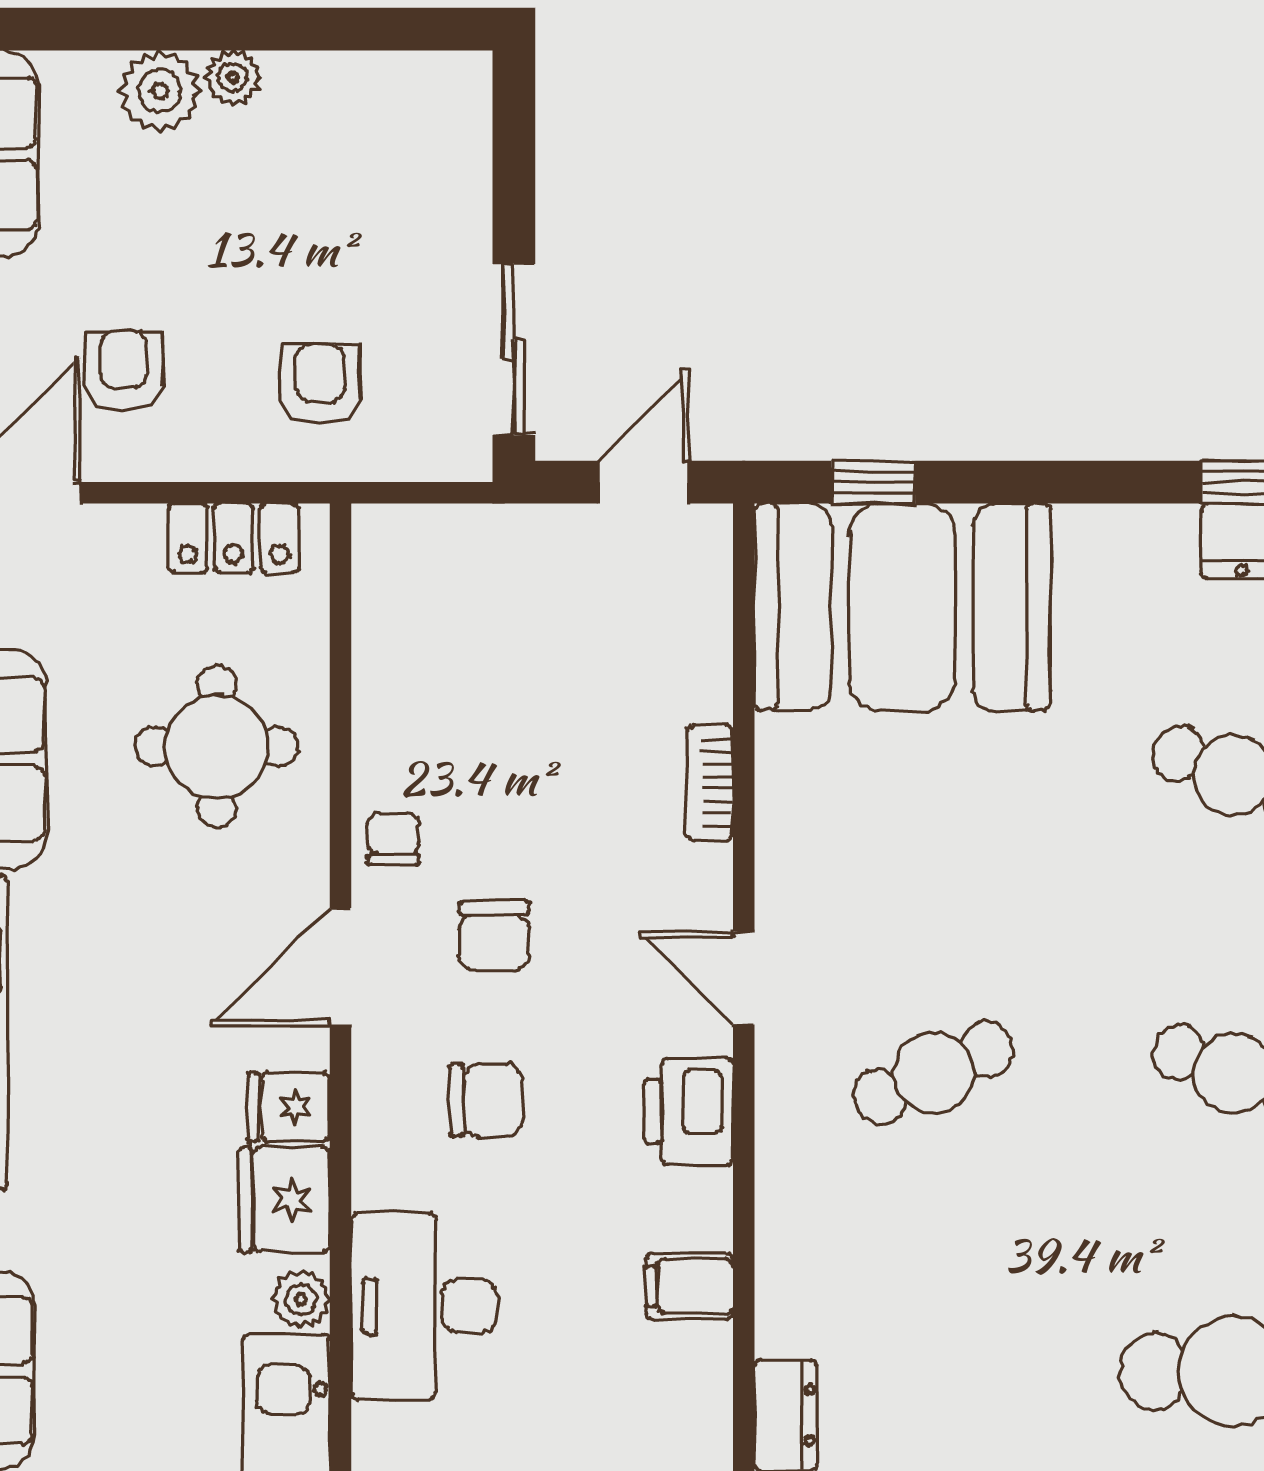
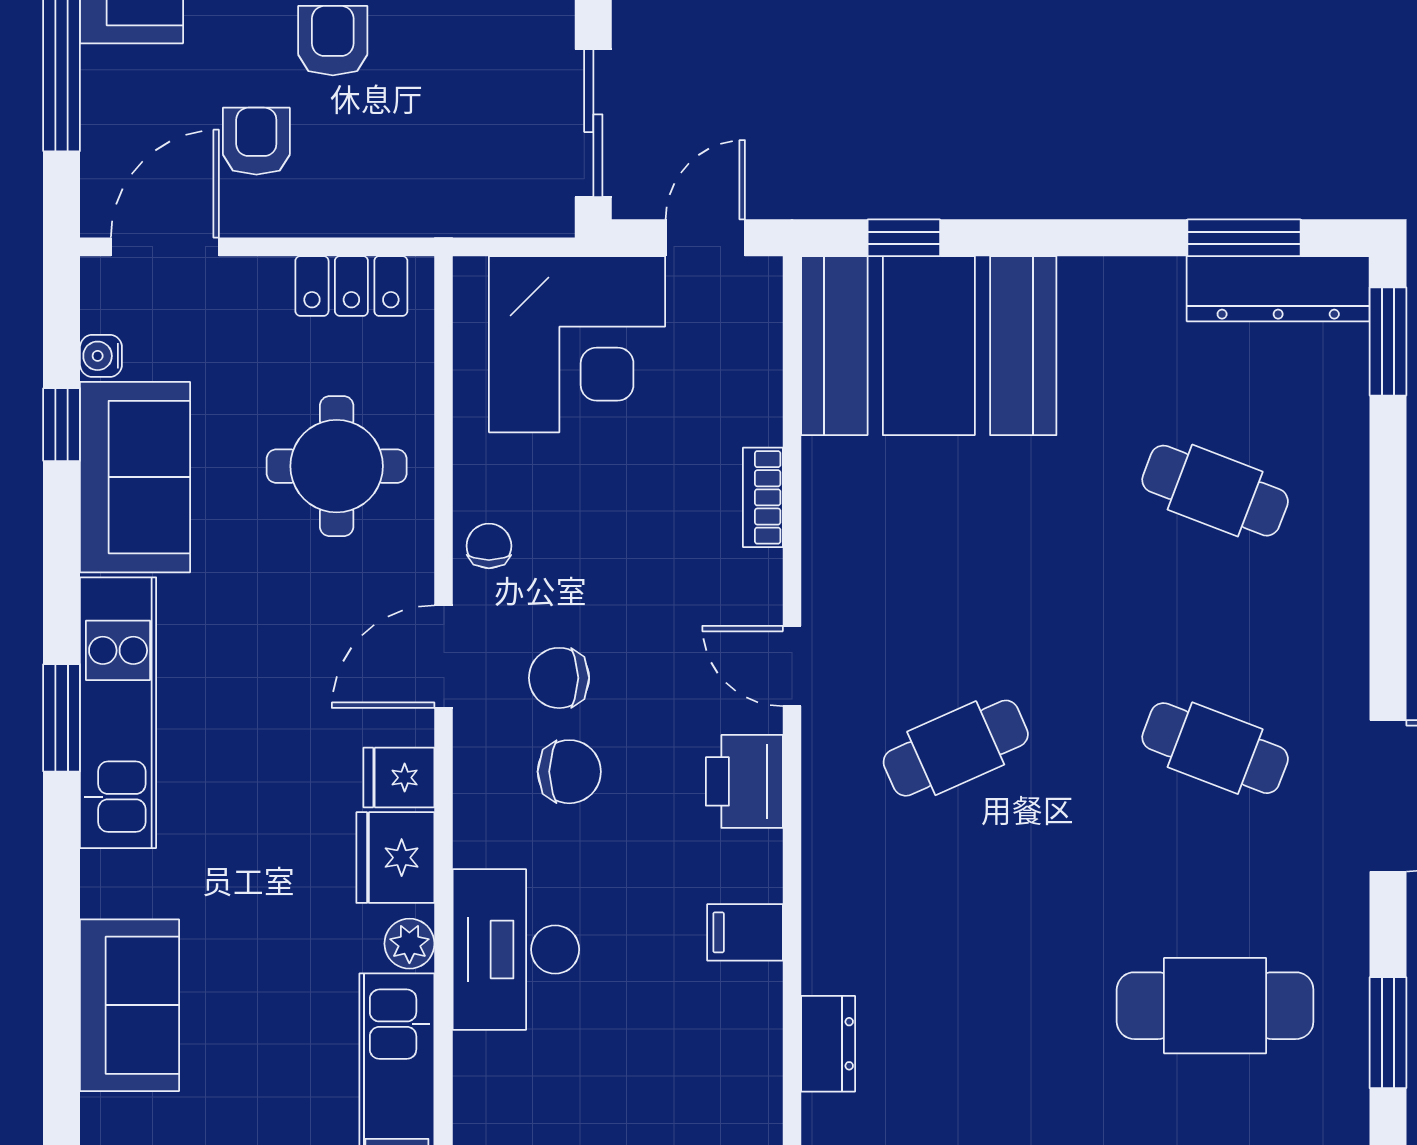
armchair: (320, 384) -> (333, 41), moved
corner desk: (495, 605) -> (577, 344), added
chair: (494, 936) -> (559, 678), moved, turned 90

